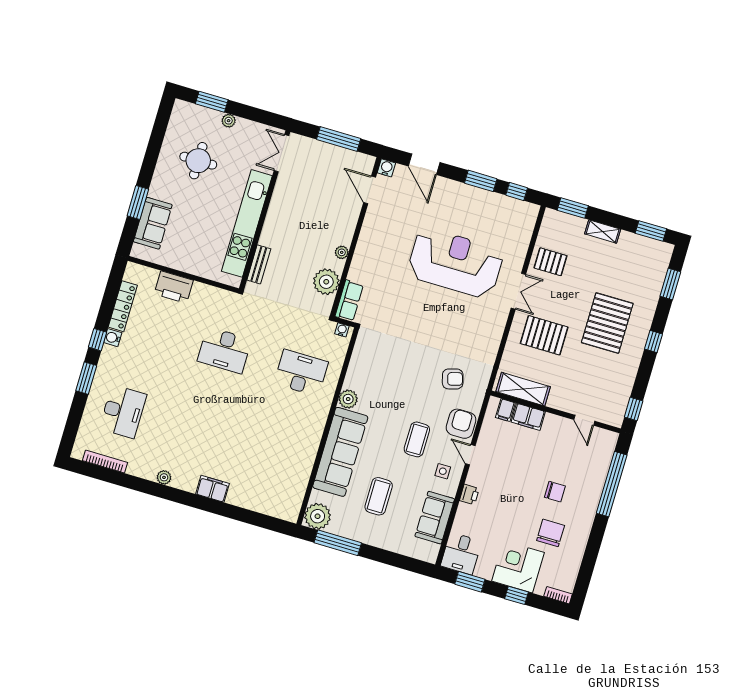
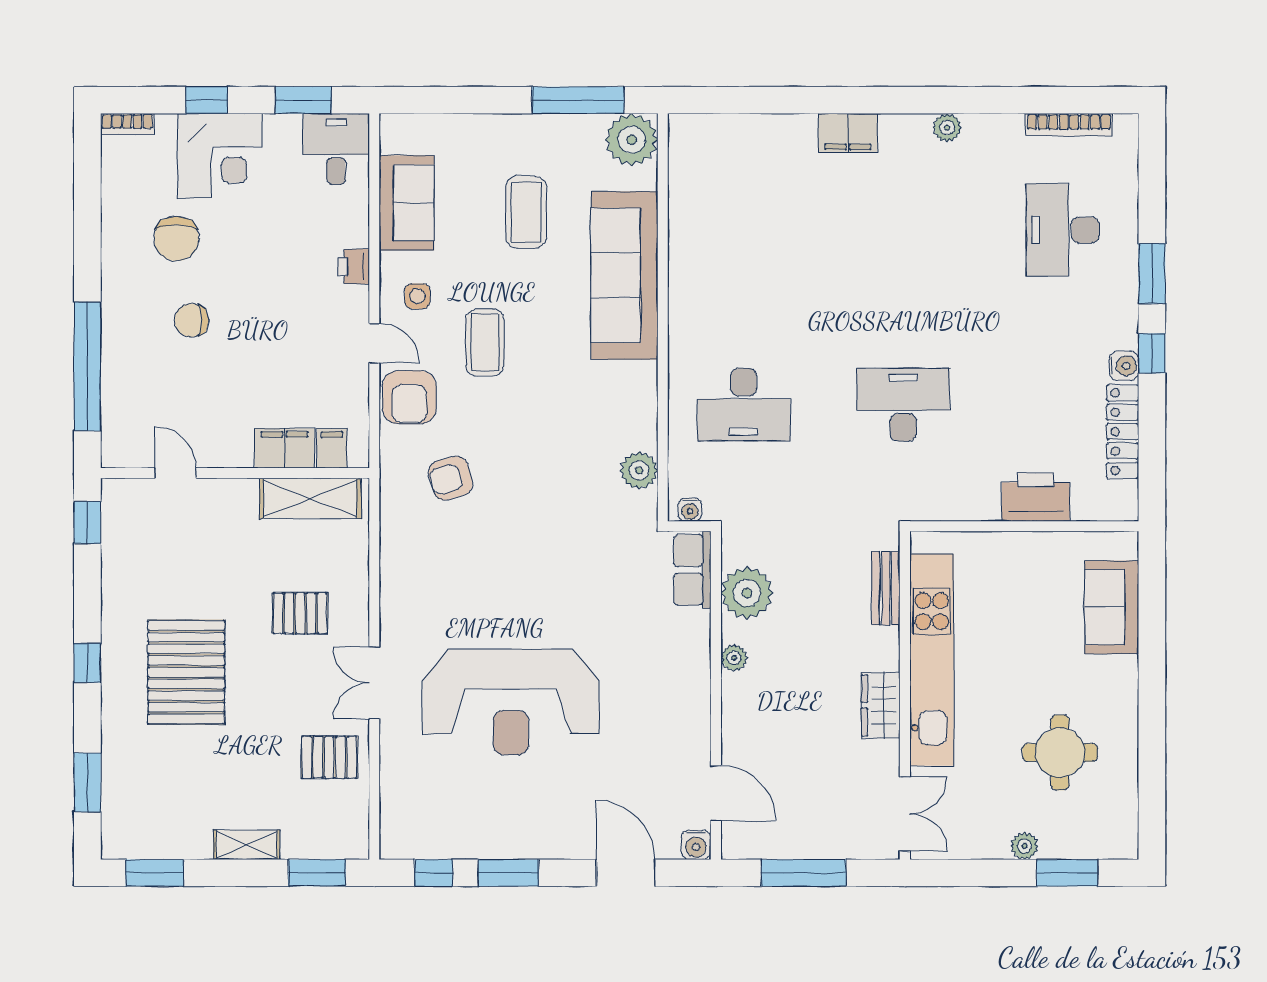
window: (138, 202) -> (1152, 638), removed
wardrobe: (278, 209) -> (881, 705), added
pallet: (544, 335) -> (300, 613), width x0.67, depth x0.71
plant: (348, 399) -> (639, 470), moved

